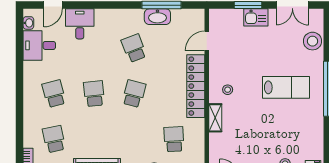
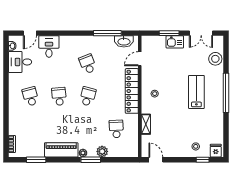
washbasin: (157, 17) -> (124, 41), moved
lab bench: (286, 87) -> (196, 92), turned -90
shelving: (215, 118) -> (146, 124), moved
school desk: (54, 139) -> (30, 129), removed

